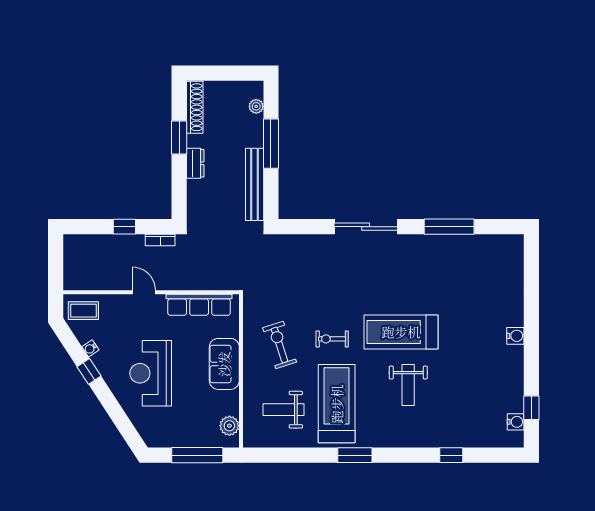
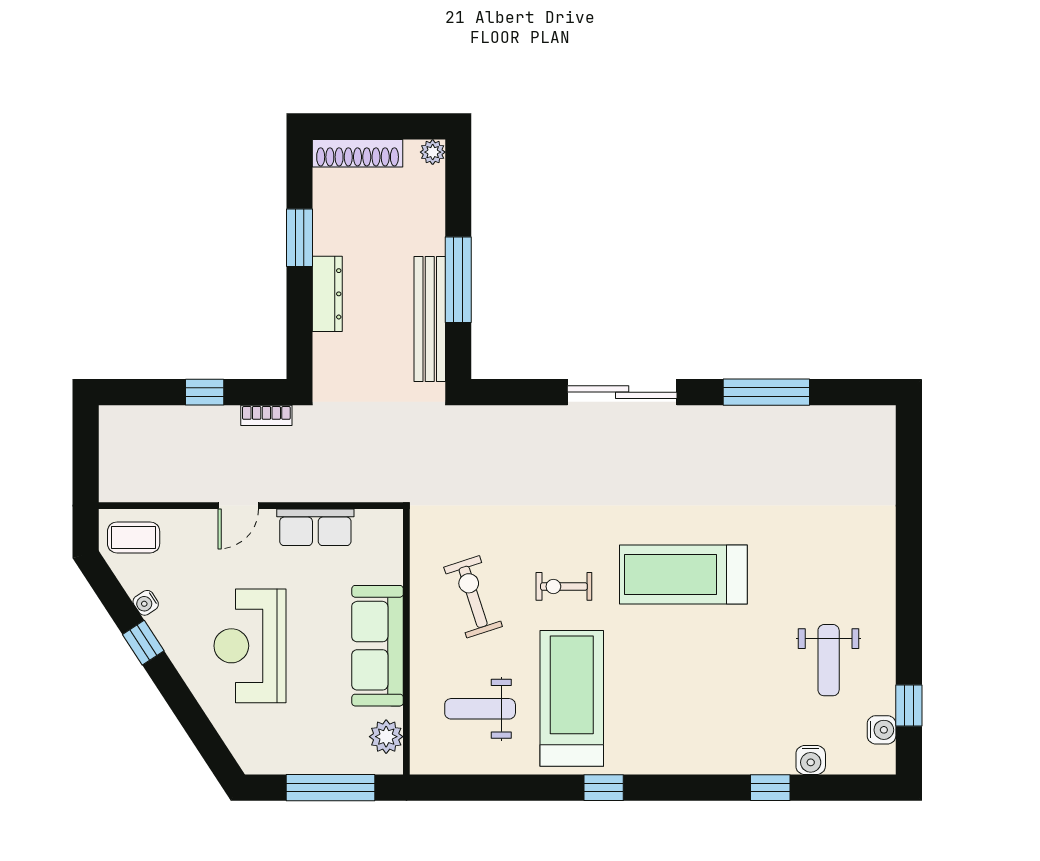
plant: (256, 106) -> (433, 152), moved
shoe rack: (195, 107) -> (358, 153), moved, turned 90
window: (271, 144) -> (458, 280), moved
dresser: (195, 163) -> (327, 294), width x1.44
door: (144, 292) -> (238, 506), swing flipped
row of seats: (199, 305) -> (315, 527), width x0.68
water cooler: (515, 336) -> (811, 760), moved, turned 90
sofa: (224, 364) -> (378, 646), width x1.36
weight bench: (408, 385) -> (829, 660), moved
window: (355, 455) -> (604, 788), width x0.67

